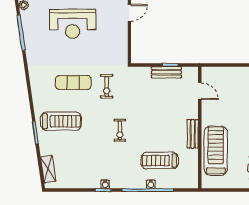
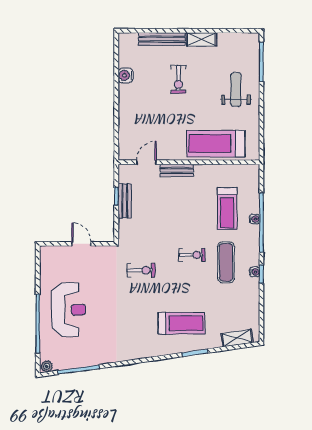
door: (129, 13) -> (81, 244), moved
exercise mat: (73, 83) -> (226, 262), moved
treadmill: (61, 121) -> (182, 323), turned 90
bench: (193, 134) -> (177, 170), moved

